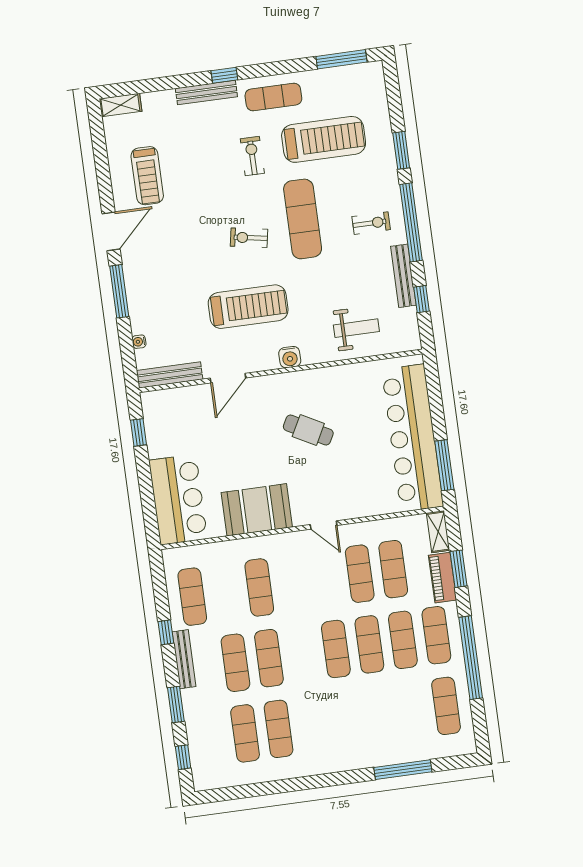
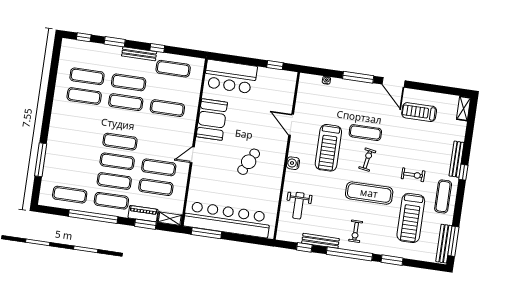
exercise mat: (206, 254) -> (365, 133), added
bench: (170, 375) -> (444, 244), moved

